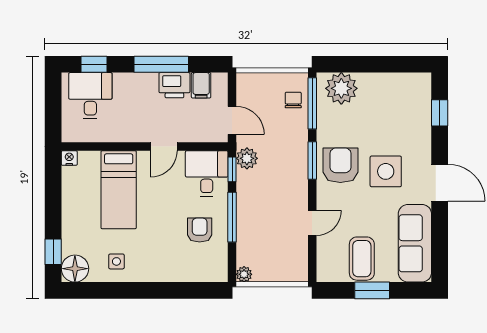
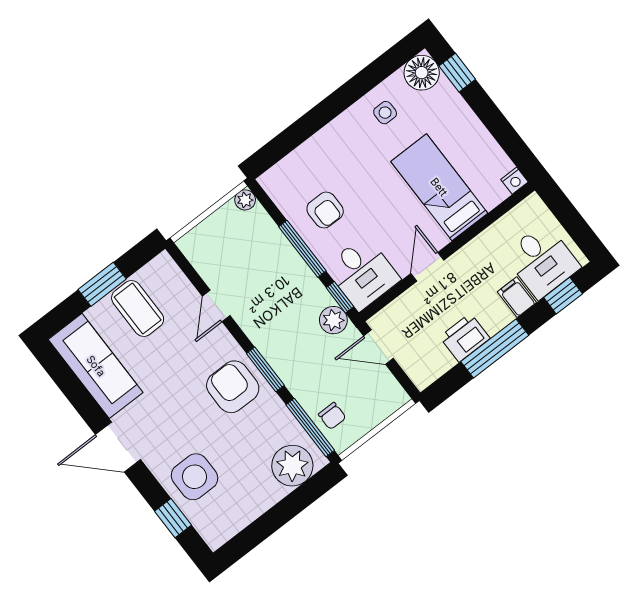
filing cabinet: (201, 85) -> (517, 297), moved
armchair: (340, 165) -> (233, 387), turned 180
side table: (386, 171) -> (195, 477), moved

